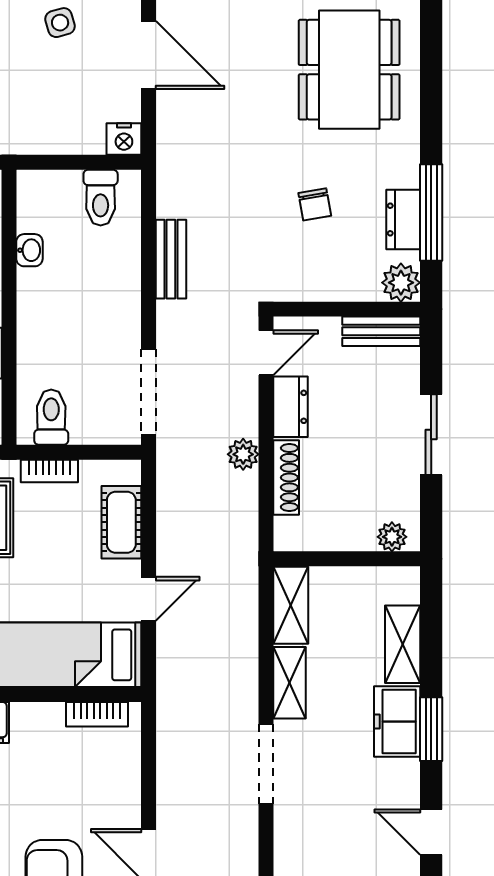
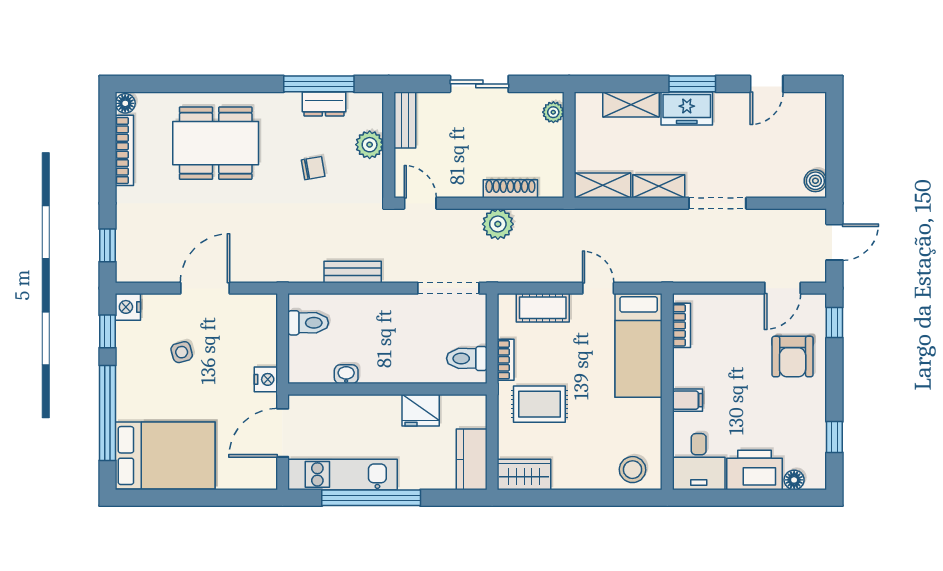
nightstand: (124, 139) -> (266, 379), moved
plant: (401, 283) -> (370, 145), moved
dresser: (290, 407) -> (459, 186), removed
plant: (243, 454) -> (498, 224), width x1.38, depth x1.38

